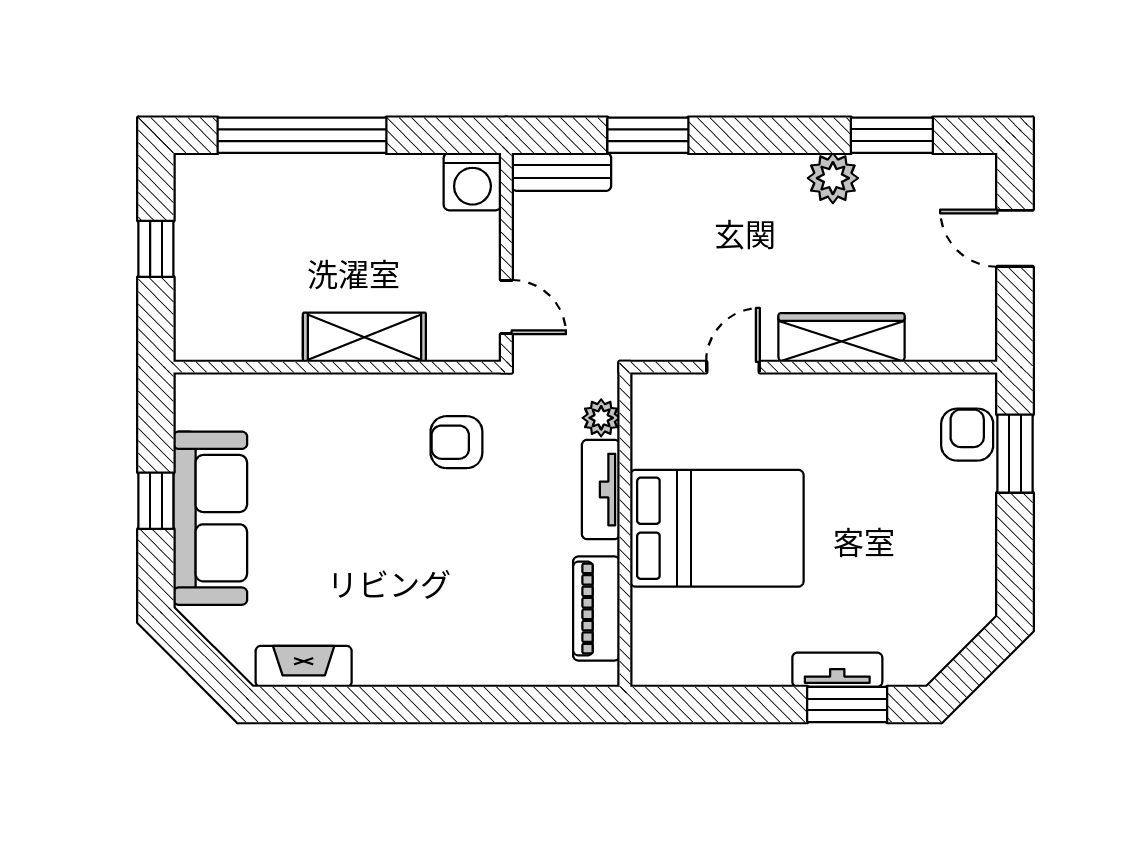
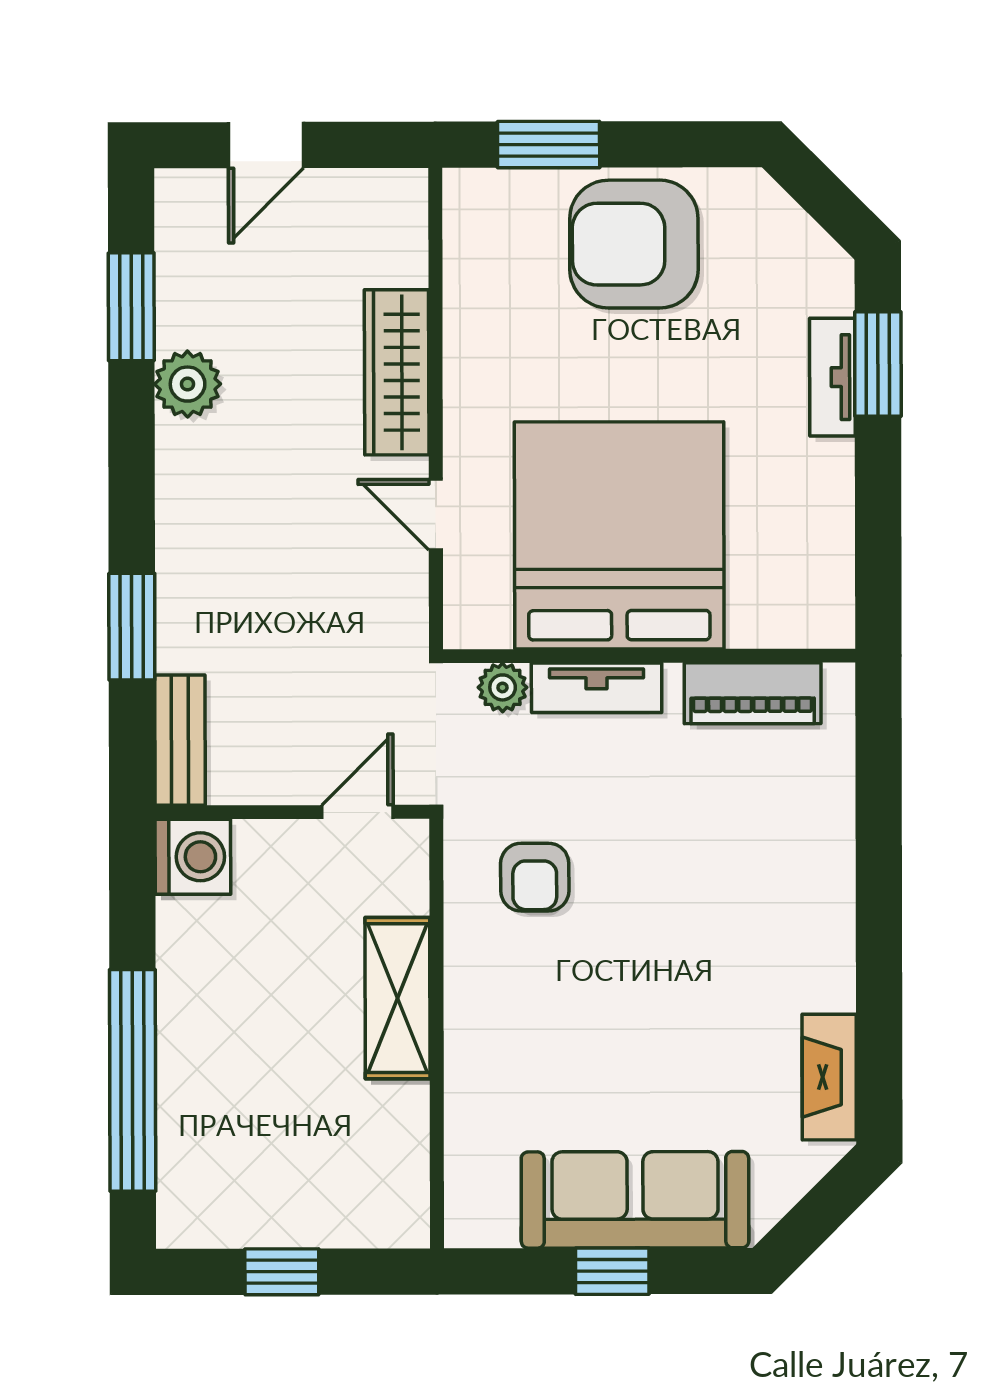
armchair: (967, 435) -> (634, 244), moved, width x1.88, depth x1.88
bed: (717, 528) -> (619, 535), width x1.36

